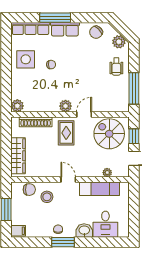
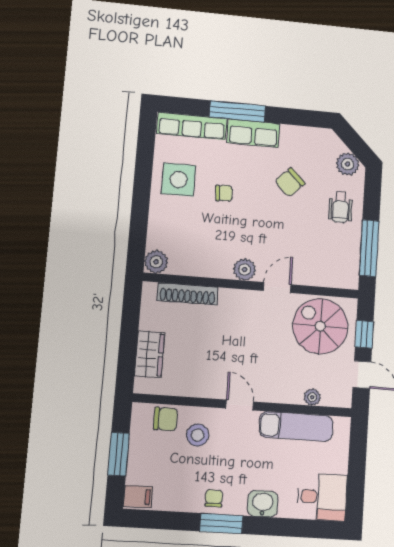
chair: (96, 32) -> (290, 182), moved
rug: (66, 133) -> (242, 318), removed
wardrobe: (18, 156) -> (150, 354), width x0.67
desk: (105, 224) -> (322, 497), moved, turned -90

